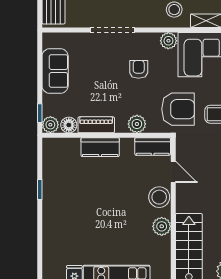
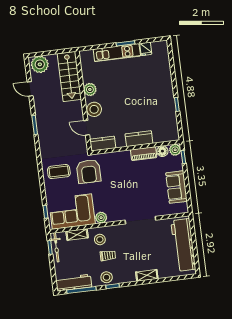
armchair: (139, 69) -> (119, 195), removed
armchair: (178, 109) -> (89, 171), turned -90
plant: (137, 124) -> (116, 158), removed

